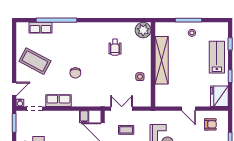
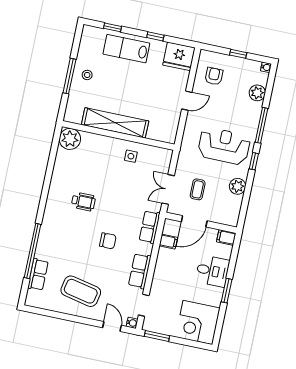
wheelchair: (115, 47) -> (83, 202), moved
coffee table: (35, 61) -> (81, 291), turned 74
row of seats: (92, 101) -> (150, 227), added

